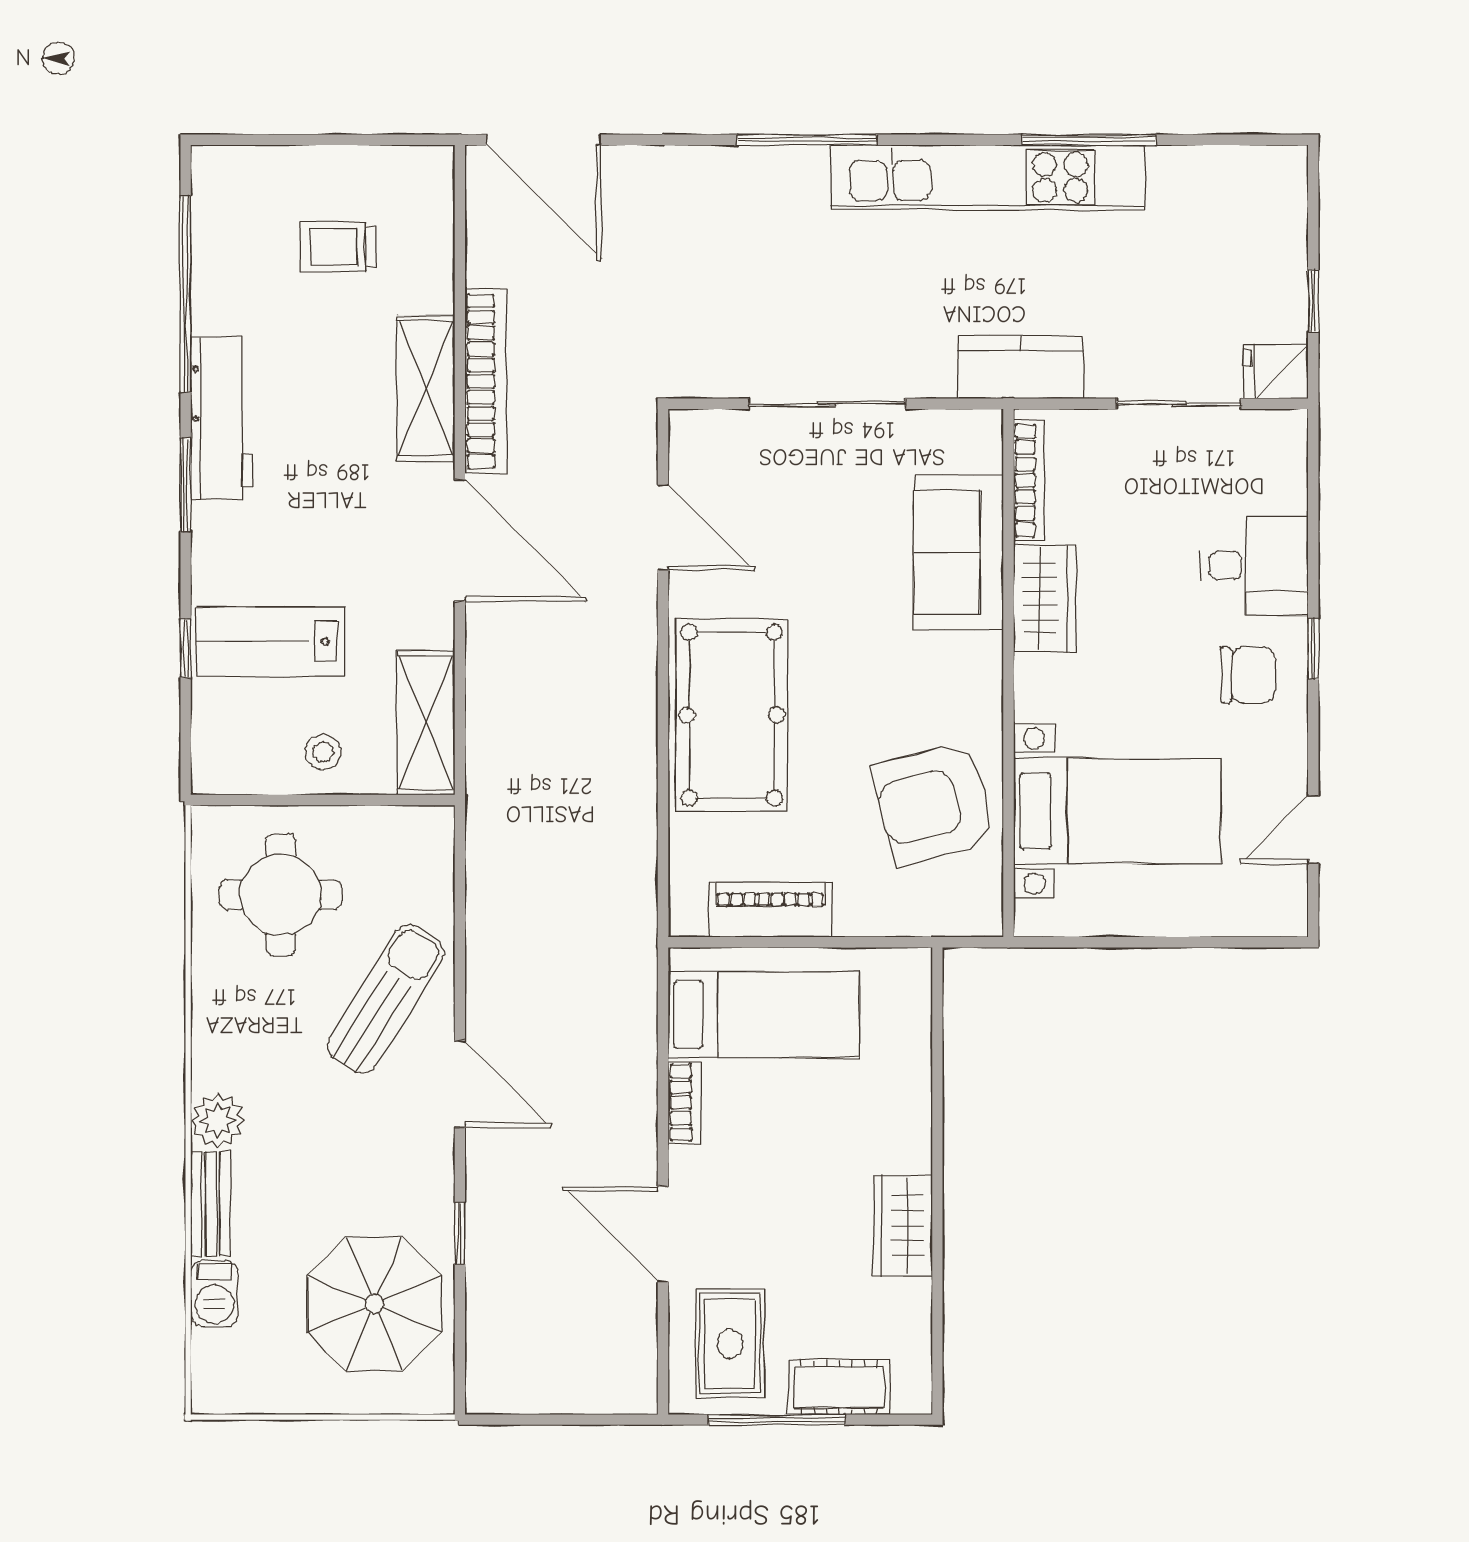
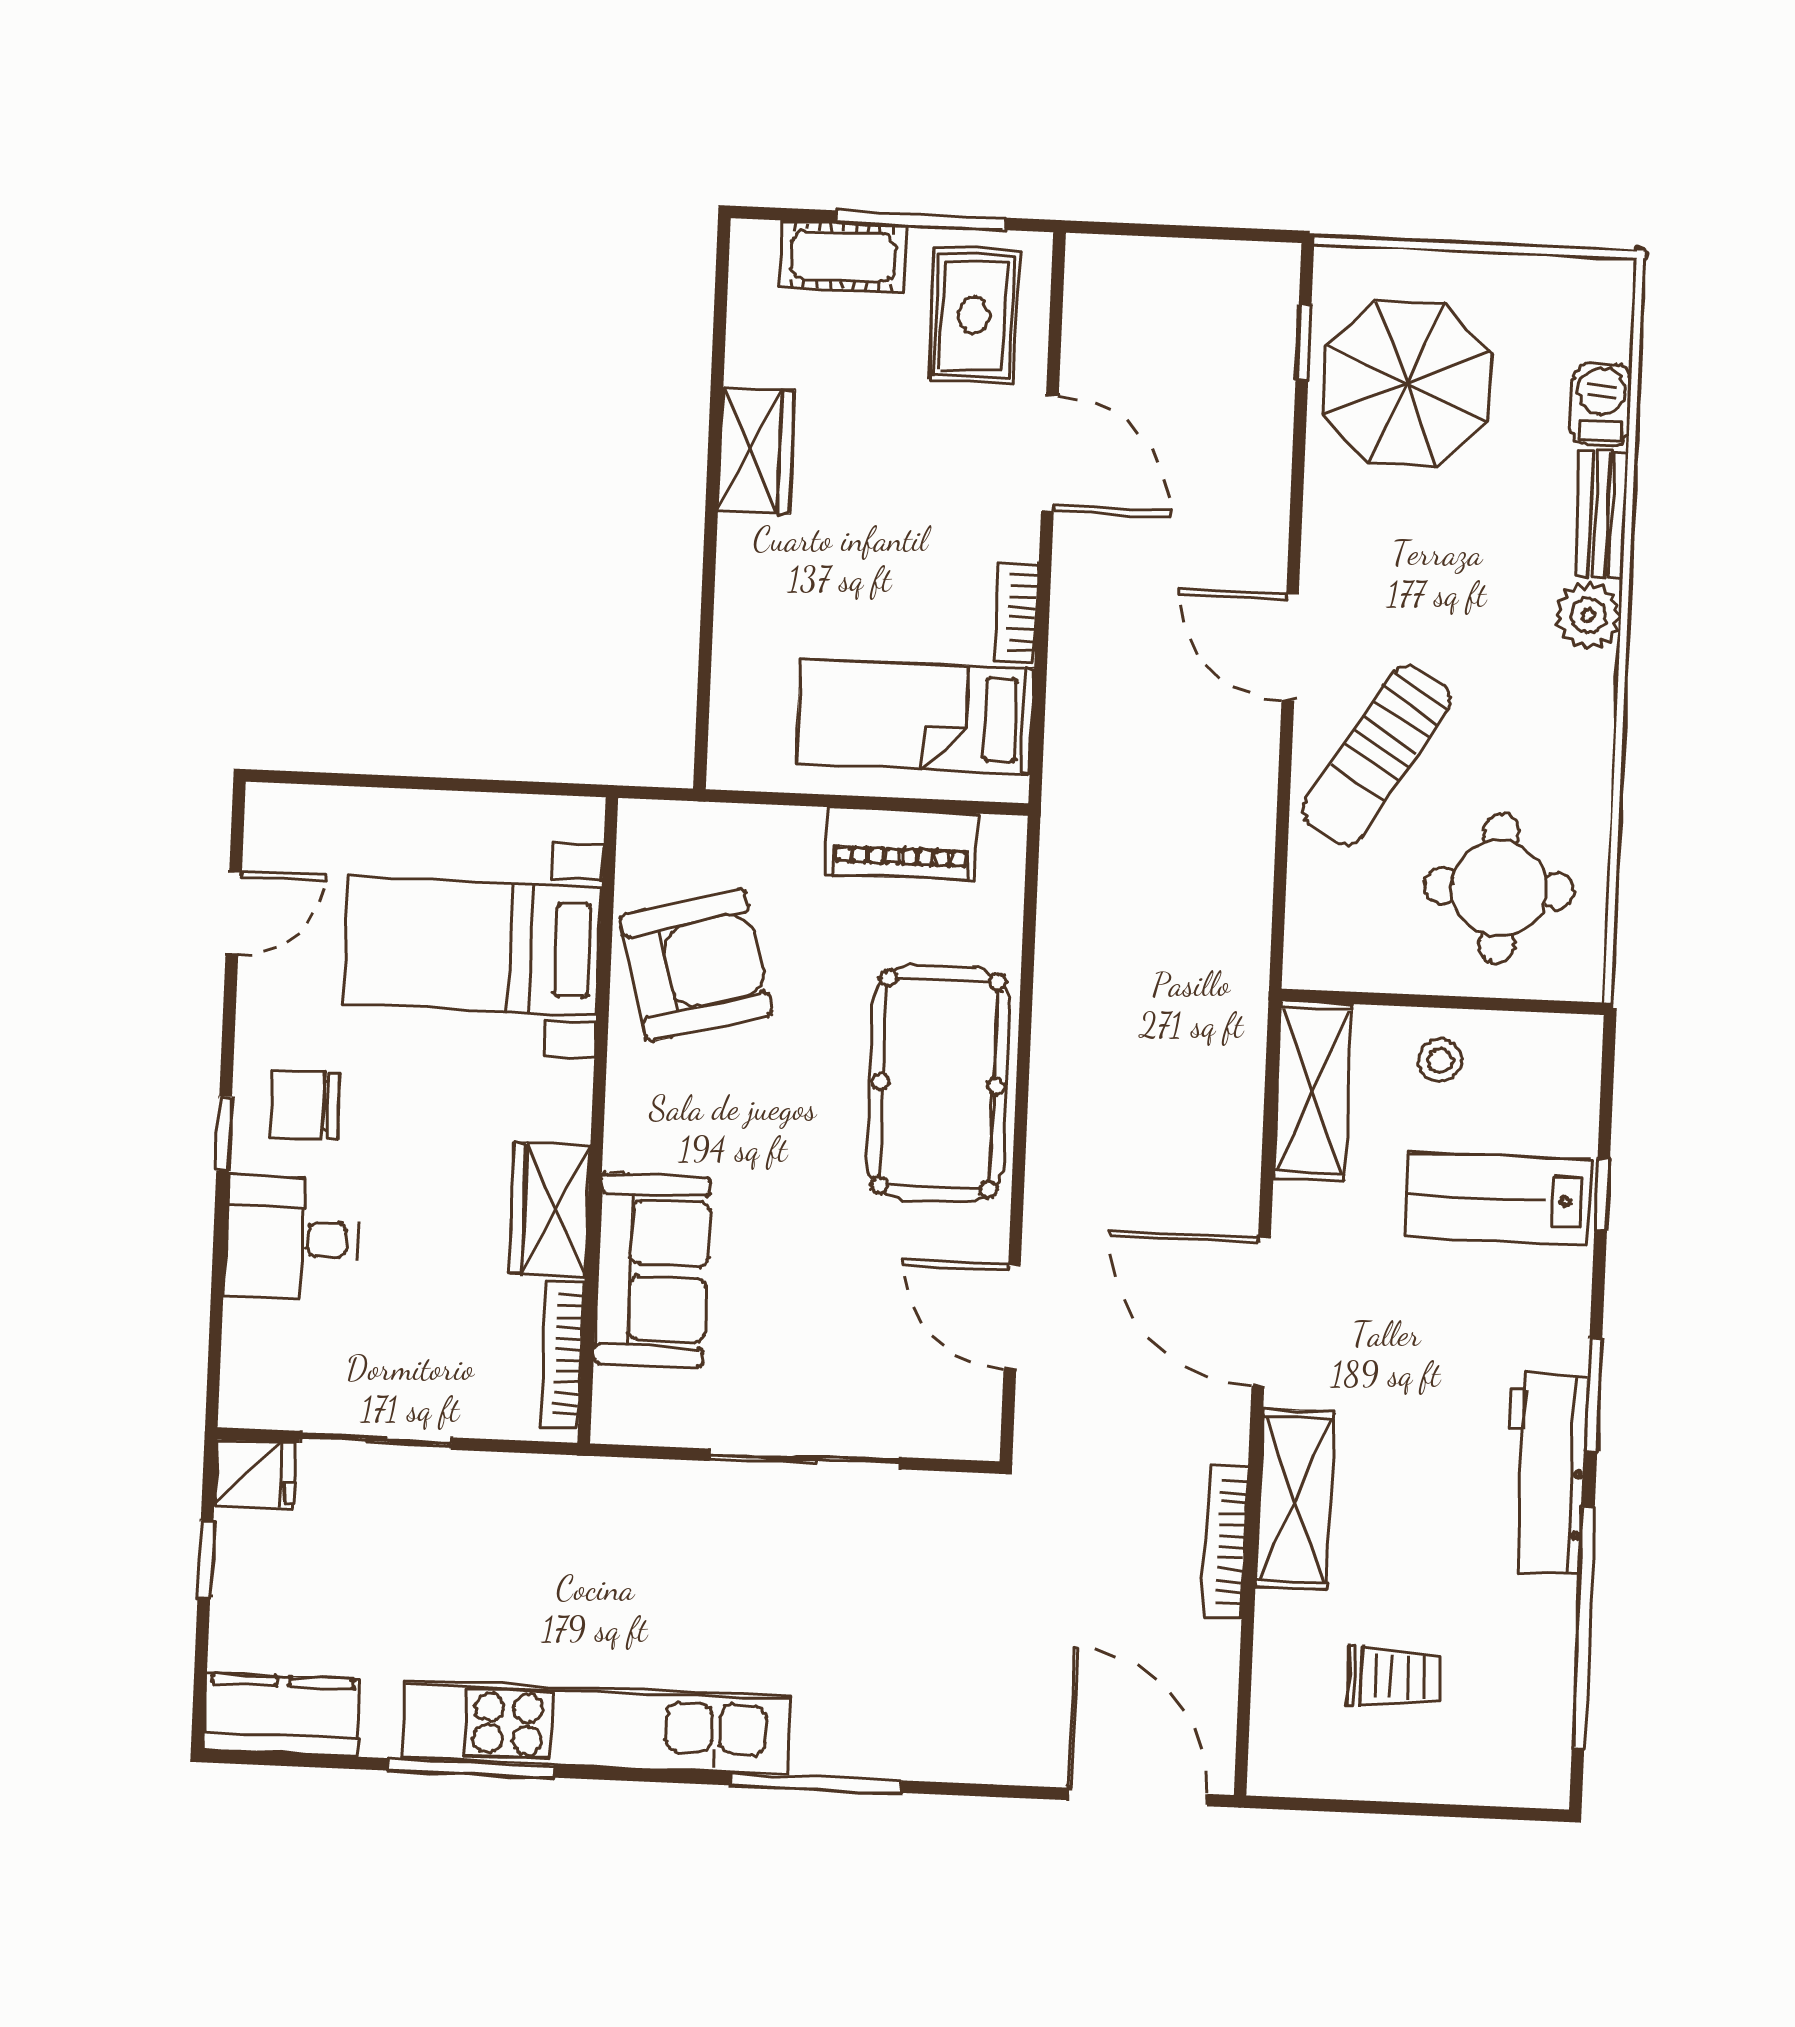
kitchen counter: (1021, 367) -> (282, 1715), moved, turned 180
bookcase: (486, 381) -> (1225, 1542), width x0.68, depth x0.76
lab bench: (270, 641) -> (1498, 1199), turned 180
window: (460, 1233) -> (1304, 342), moved

